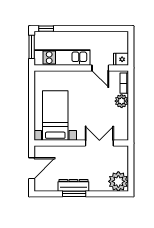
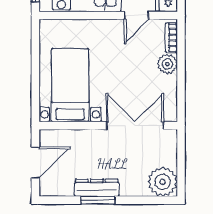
door: (100, 68) -> (136, 16), hinge flipped
double door: (99, 143) -> (135, 126), width x1.37

